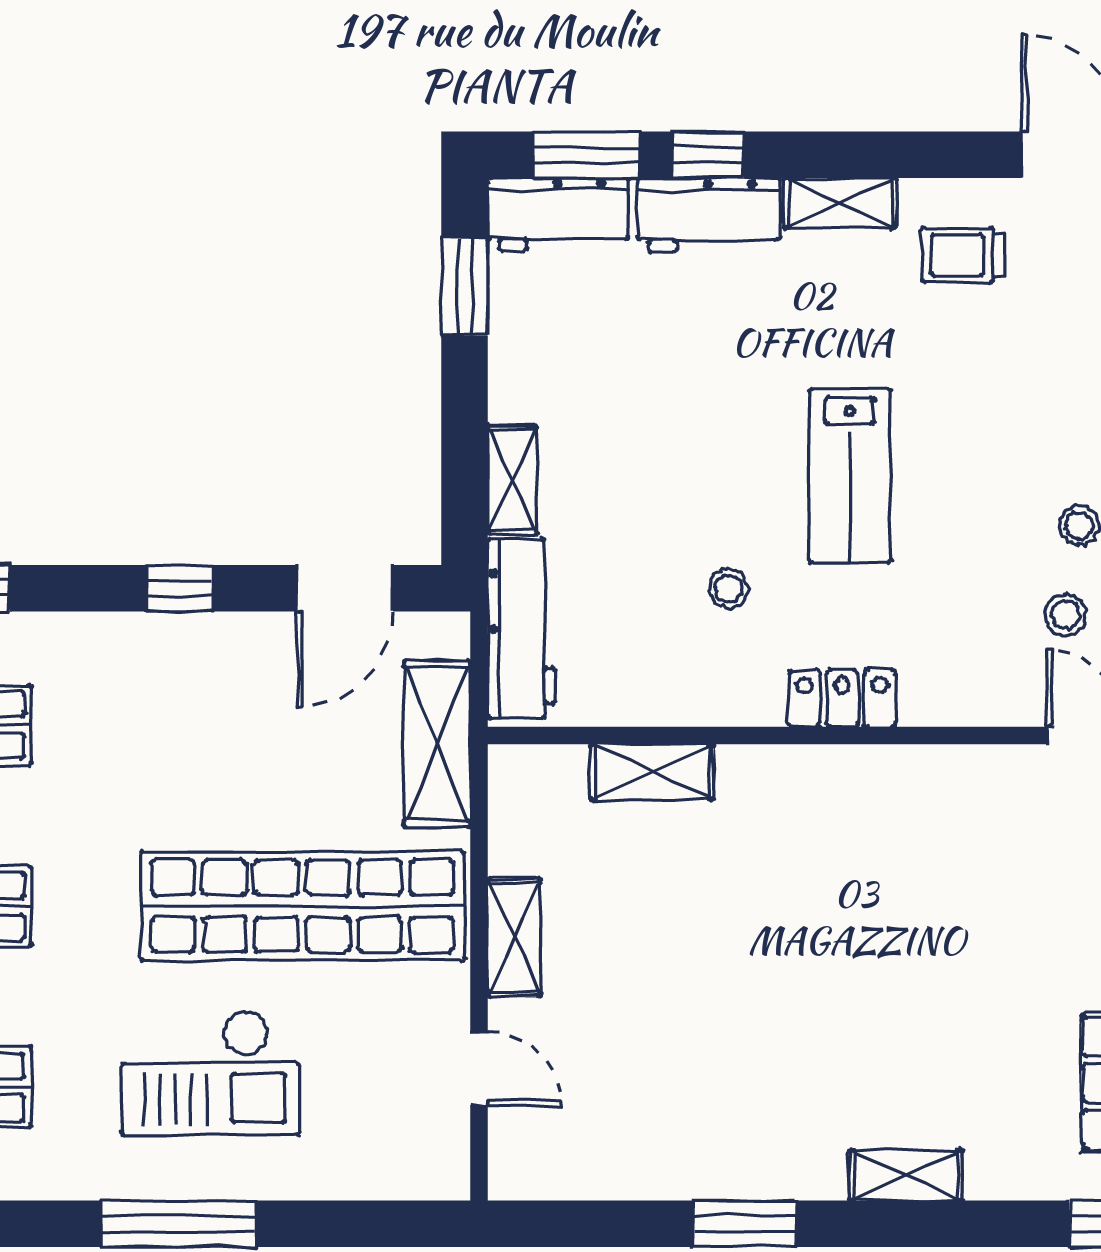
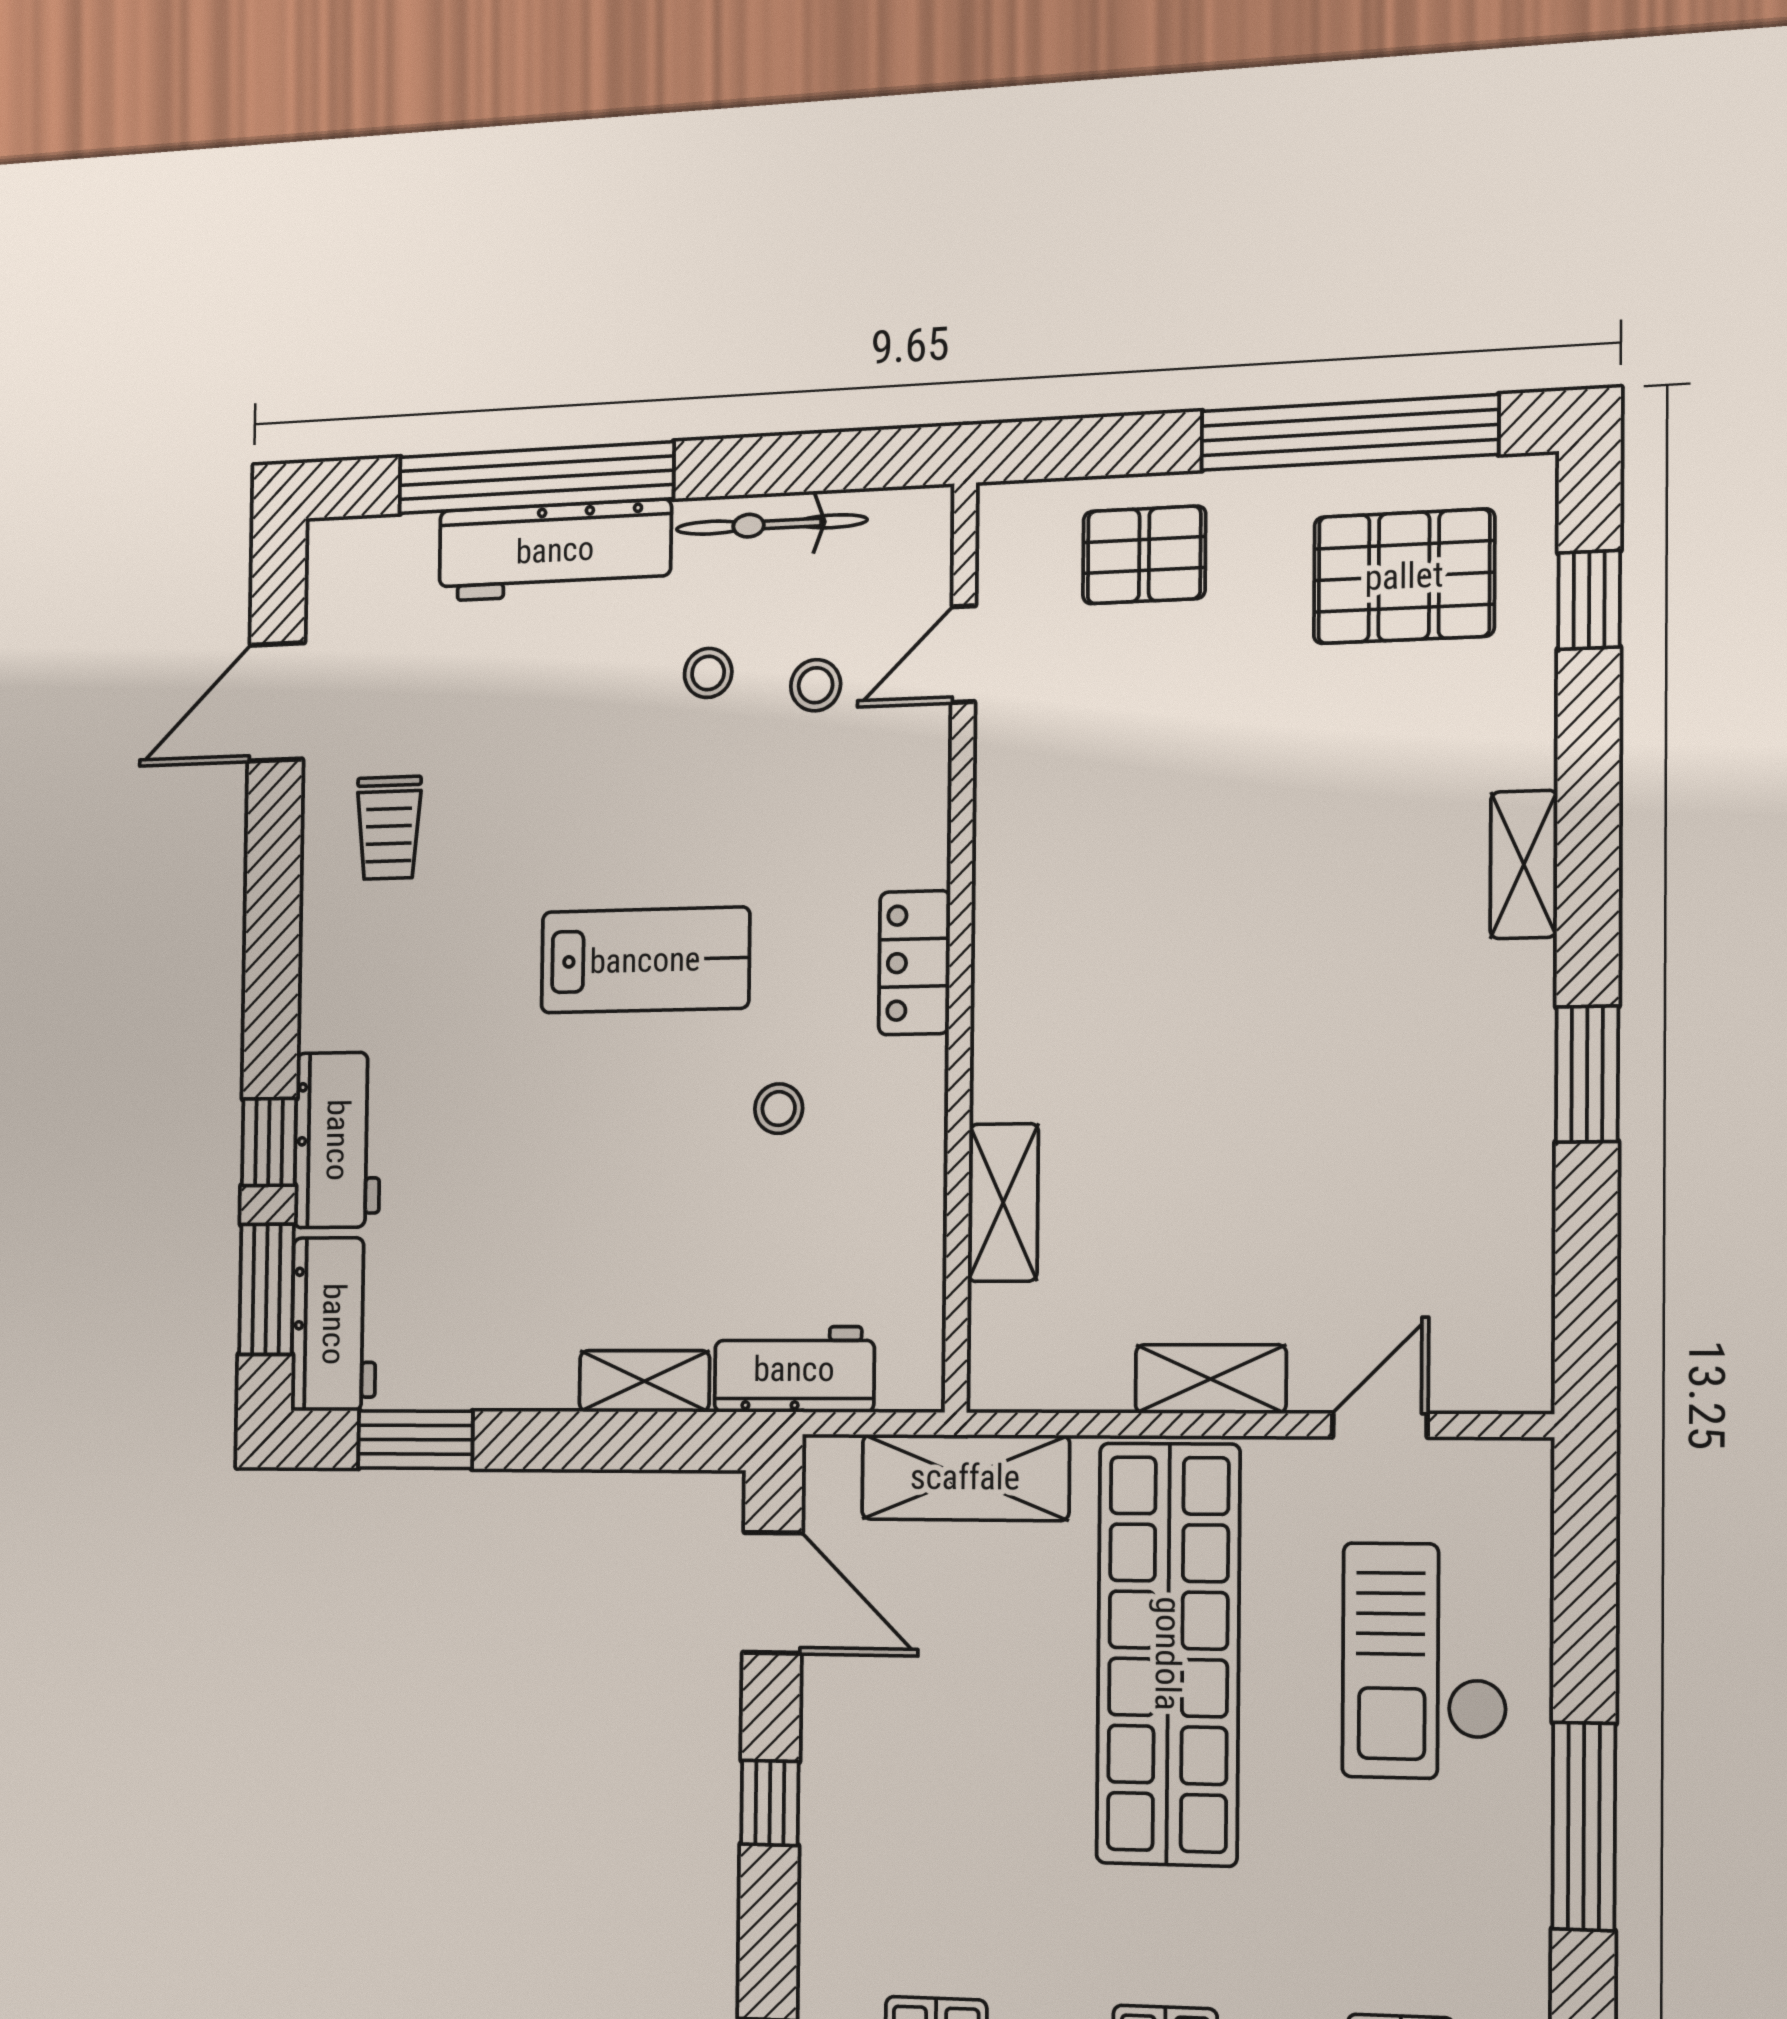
shelving: (840, 203) -> (327, 979), removed
workbench: (521, 628) -> (794, 1369), width x0.73
checkout: (210, 1073) -> (1425, 1661), moved, turned 180

